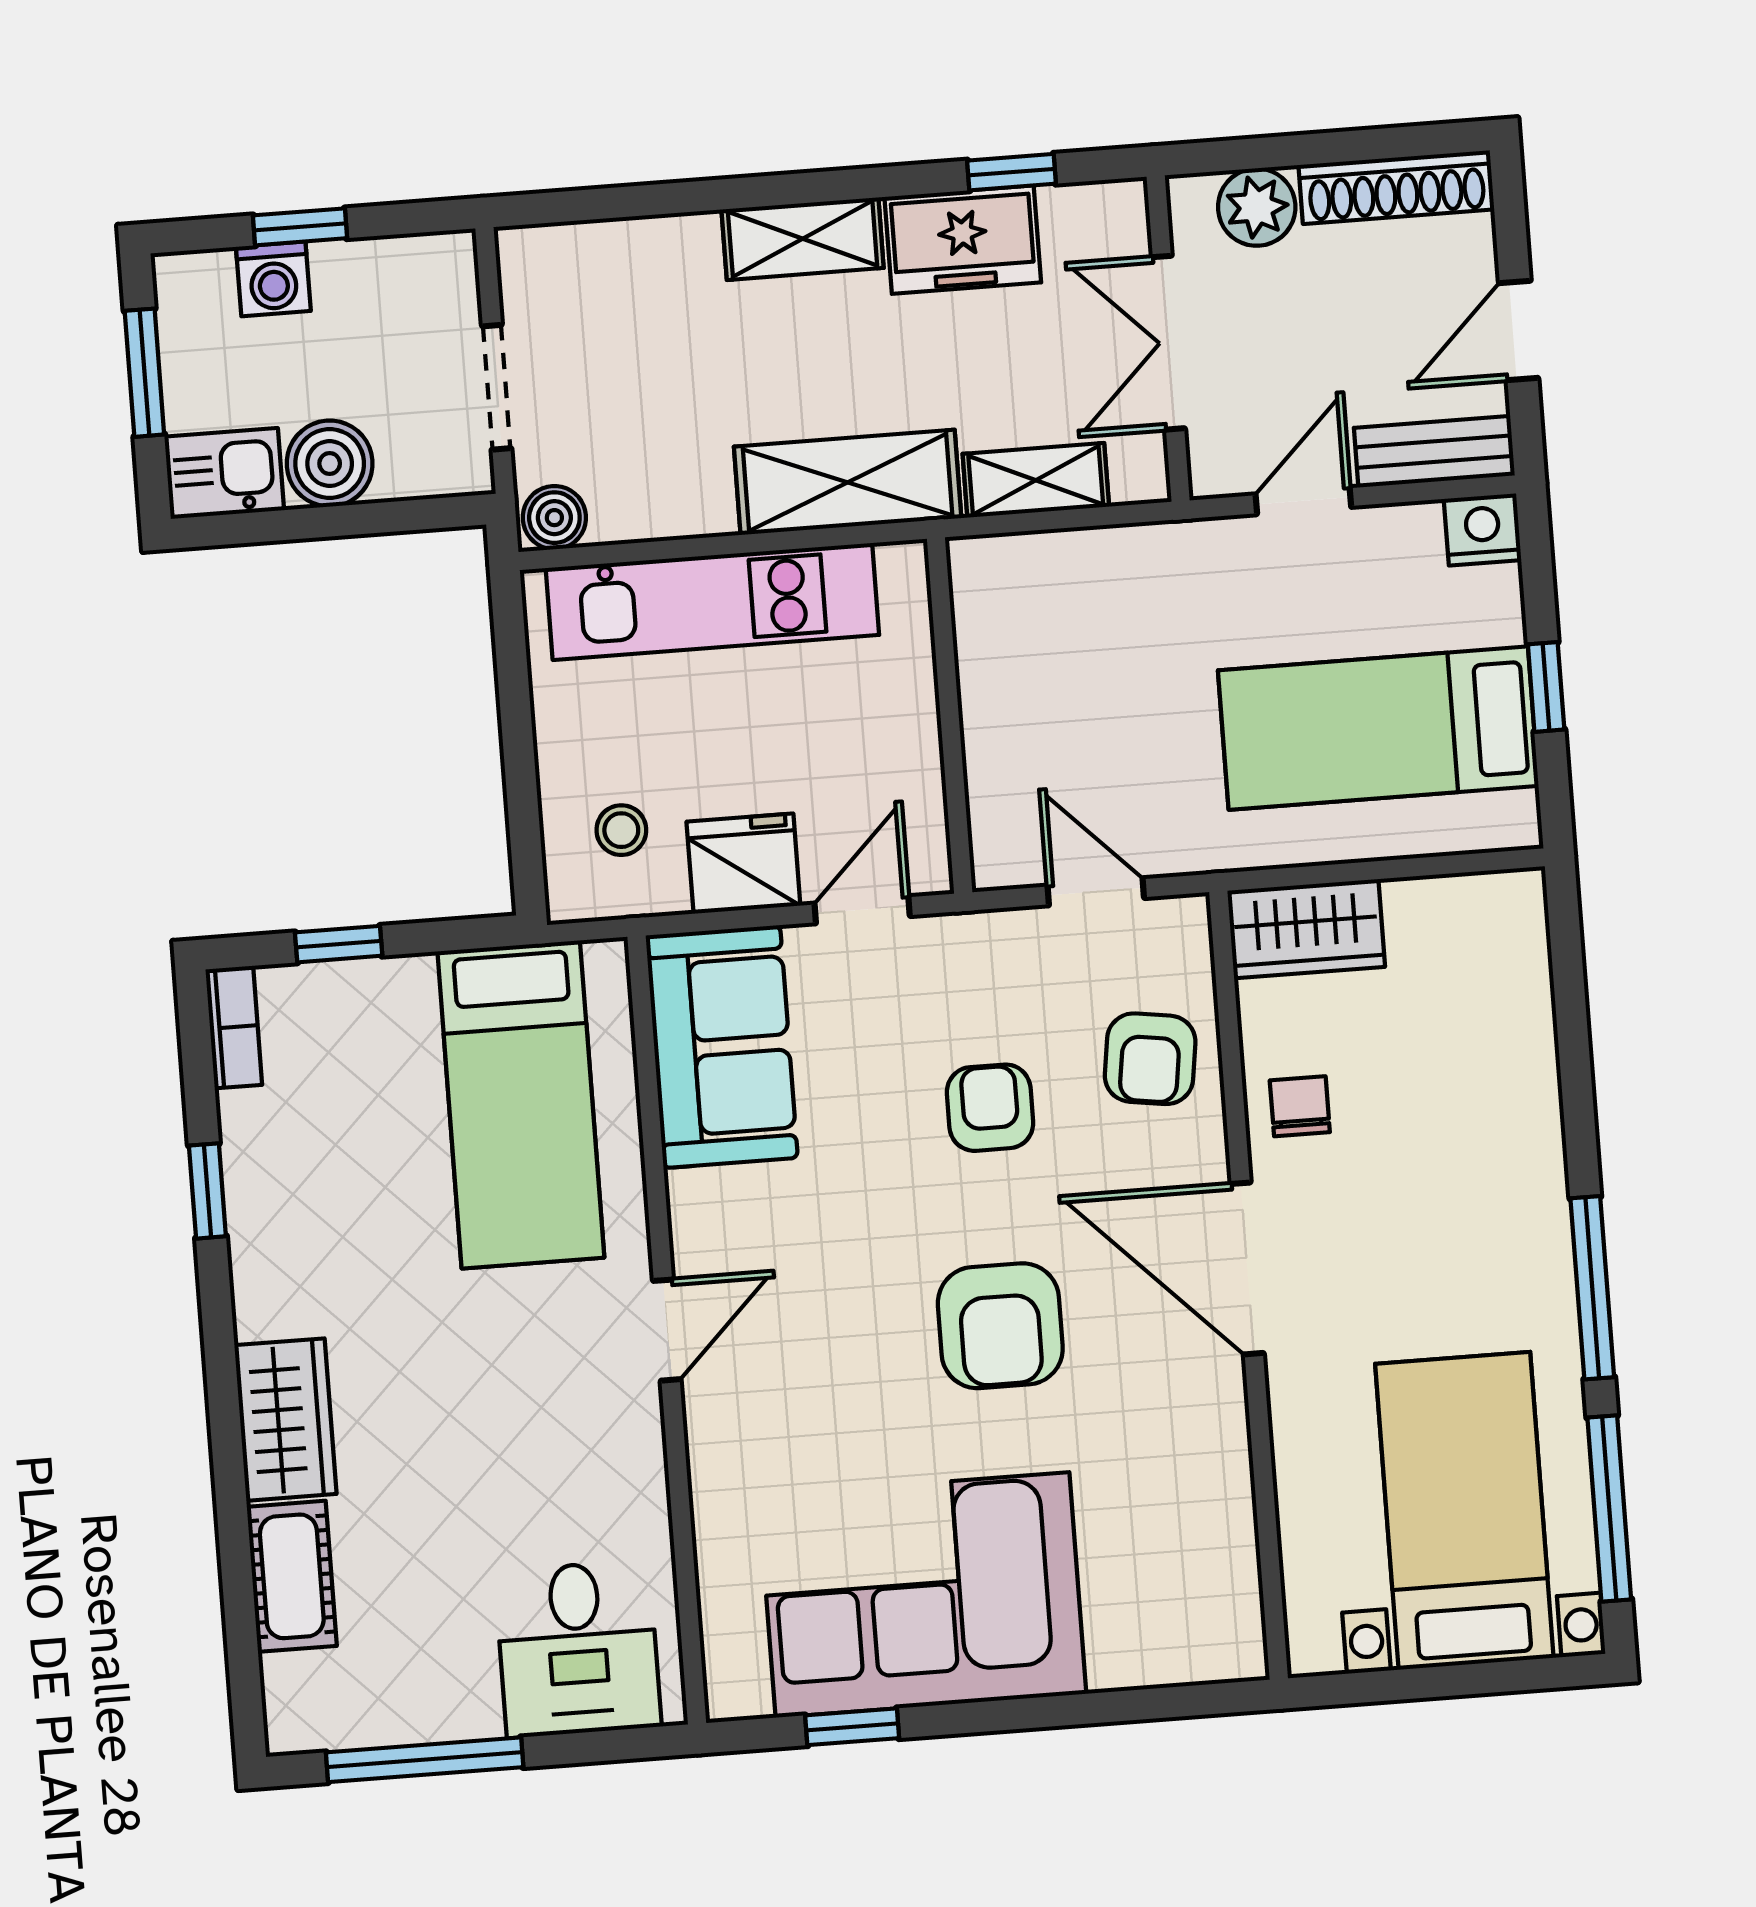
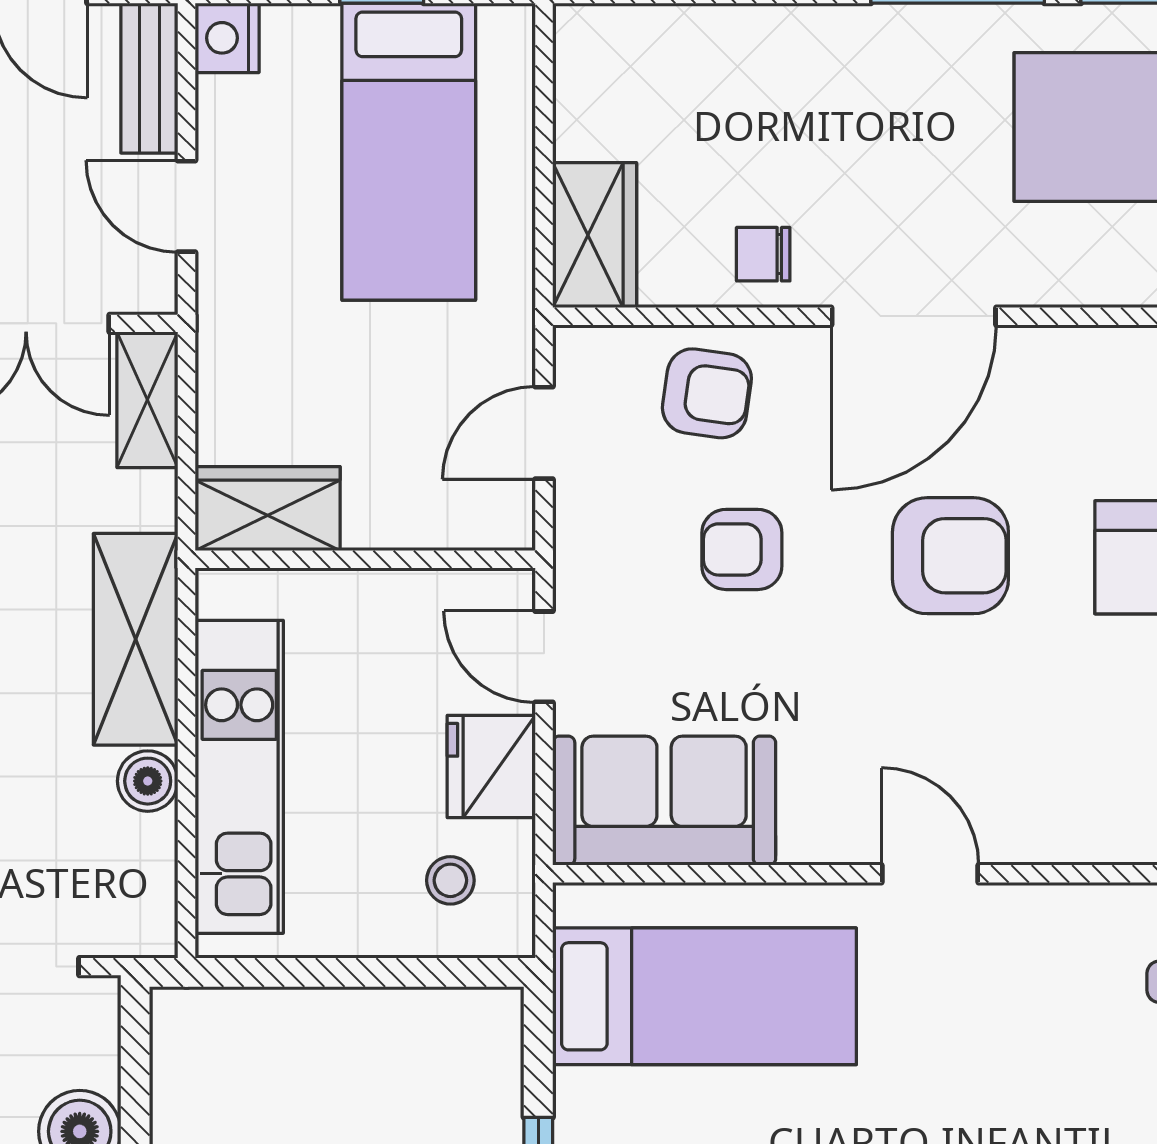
shelving: (1036, 480) -> (147, 400), moved
boiler: (554, 518) -> (148, 781), moved
wardrobe: (995, 610) -> (268, 509), added

